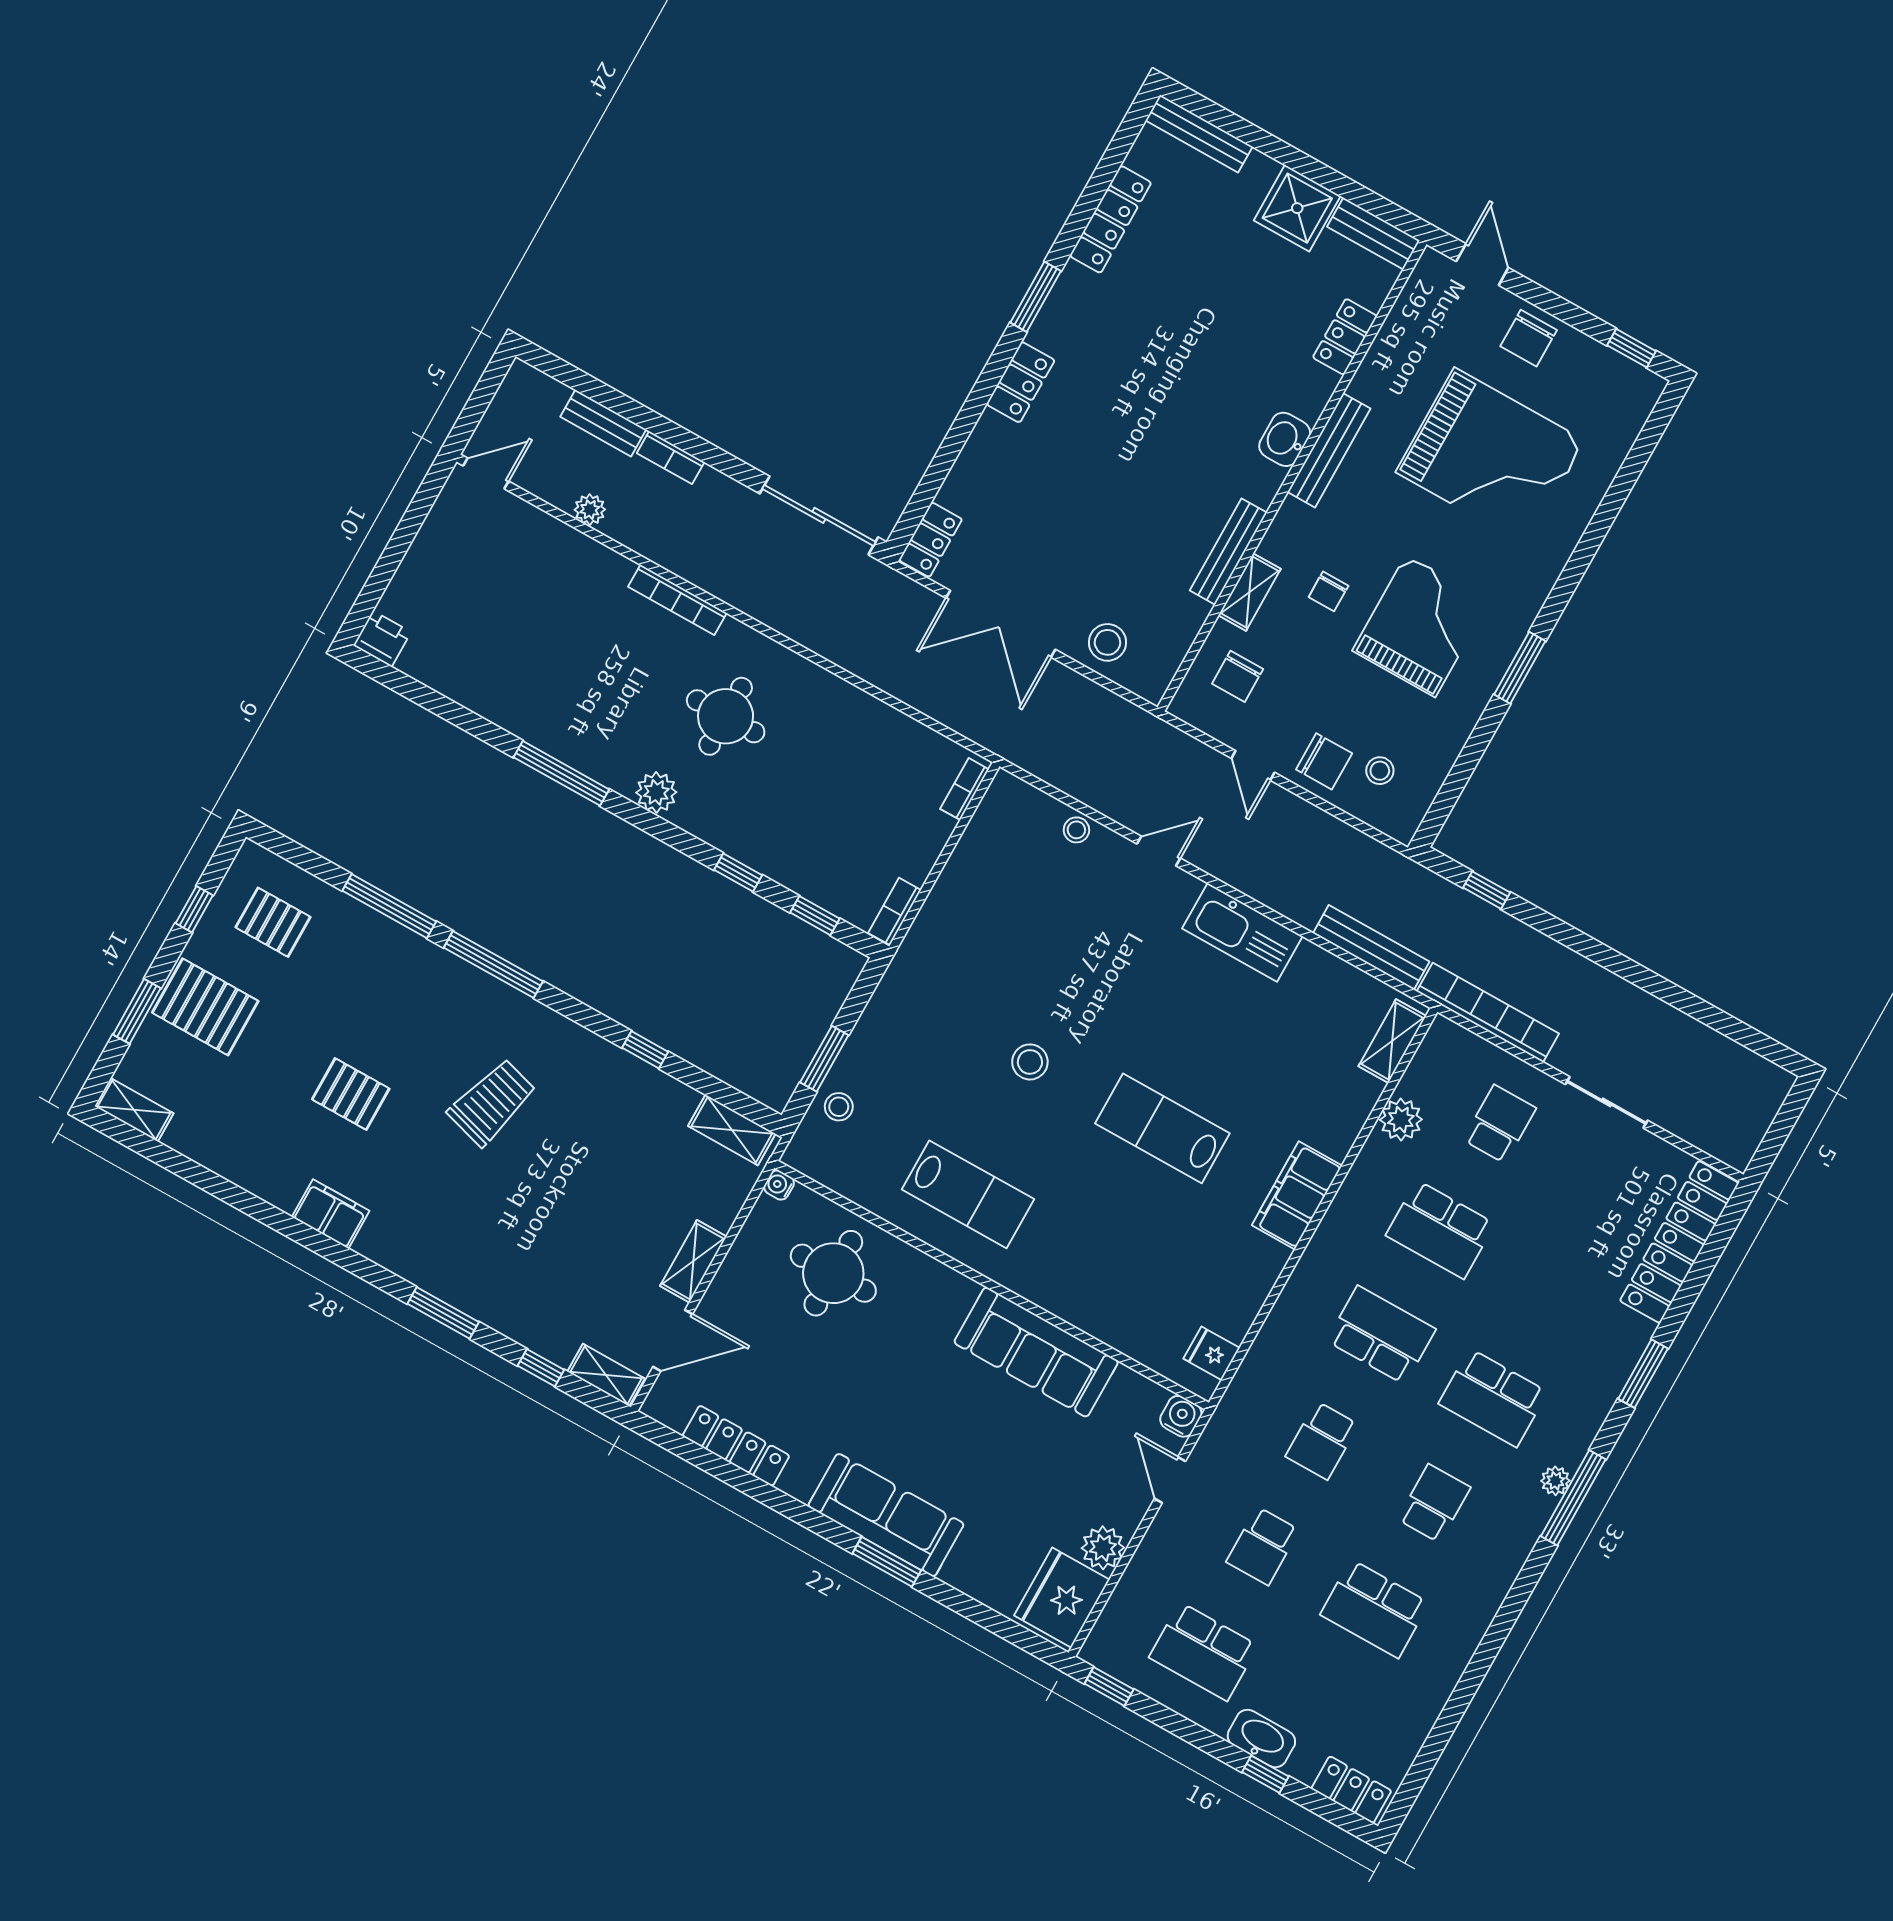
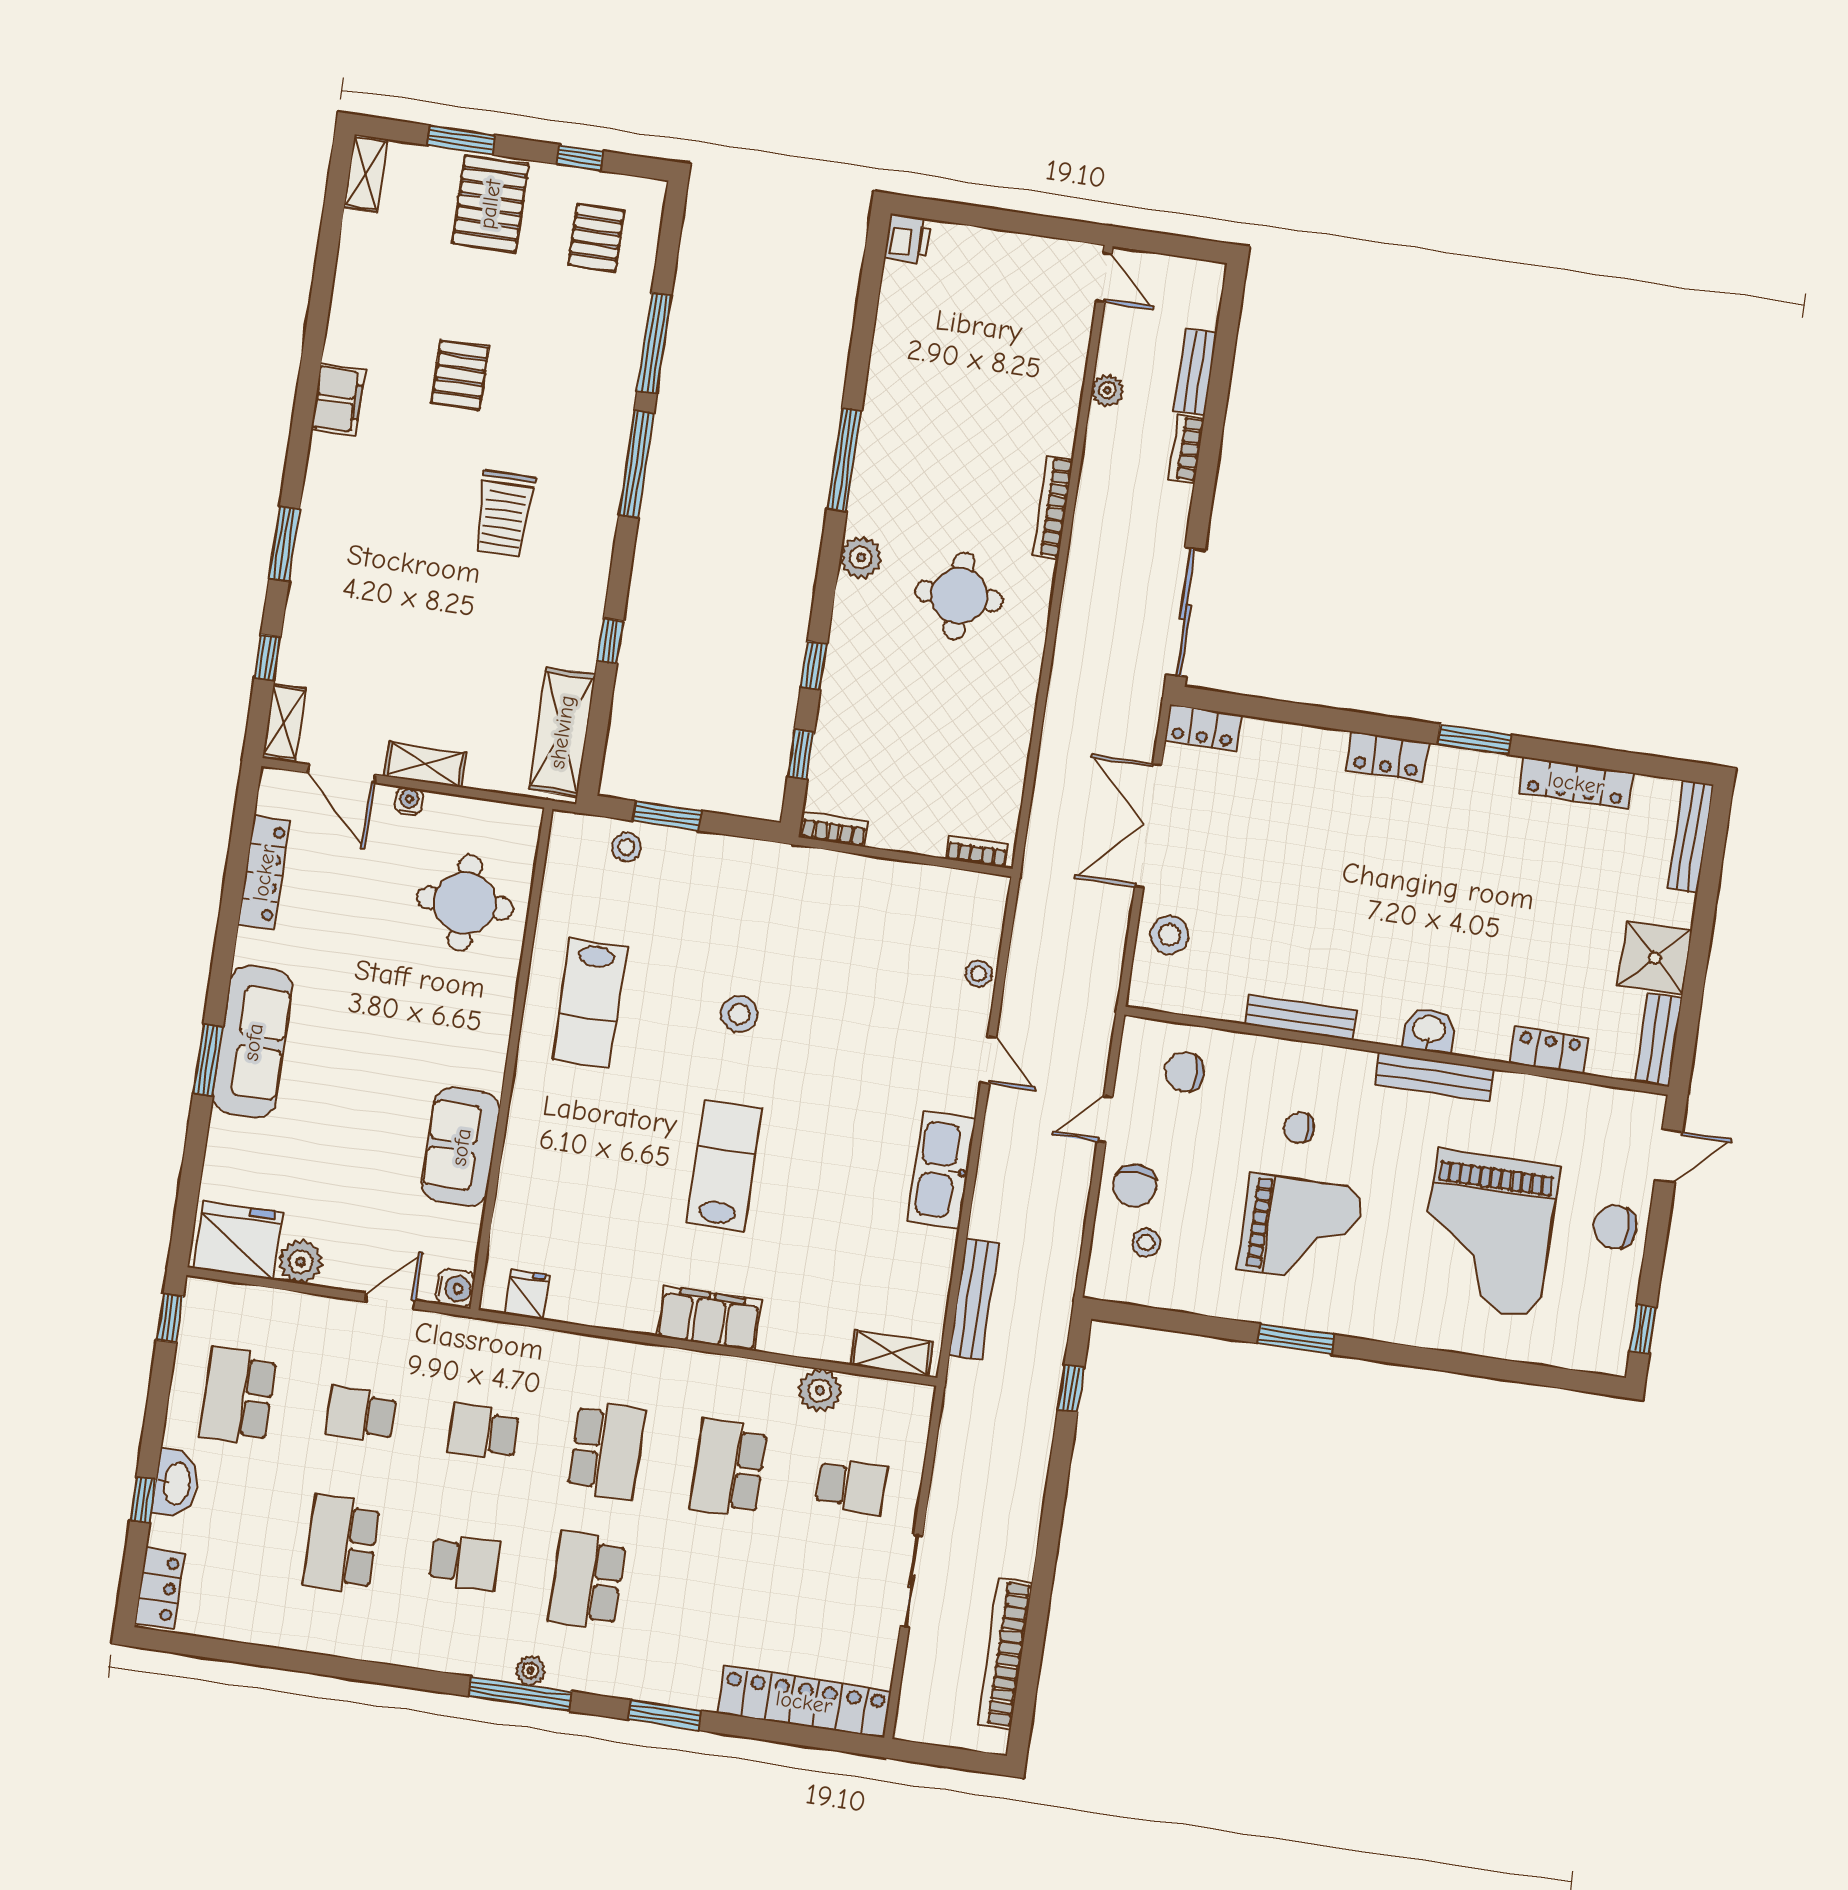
shelving: (1249, 592) -> (1270, 1052), removed
bookcase: (1488, 1012) -> (1005, 1654), moved, turned 180
trolley: (492, 1102) -> (504, 514), turned 74
shelving: (732, 1130) -> (562, 732), width x1.50, depth x1.33
water cooler: (779, 1185) -> (409, 801), moved
sofa: (1036, 1352) -> (461, 1147), width x0.73

